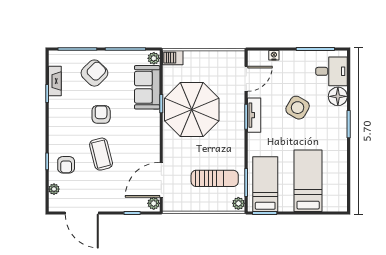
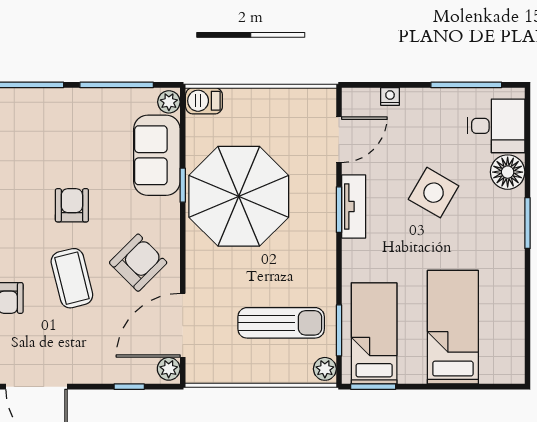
armchair: (94, 73) -> (138, 263), moved

